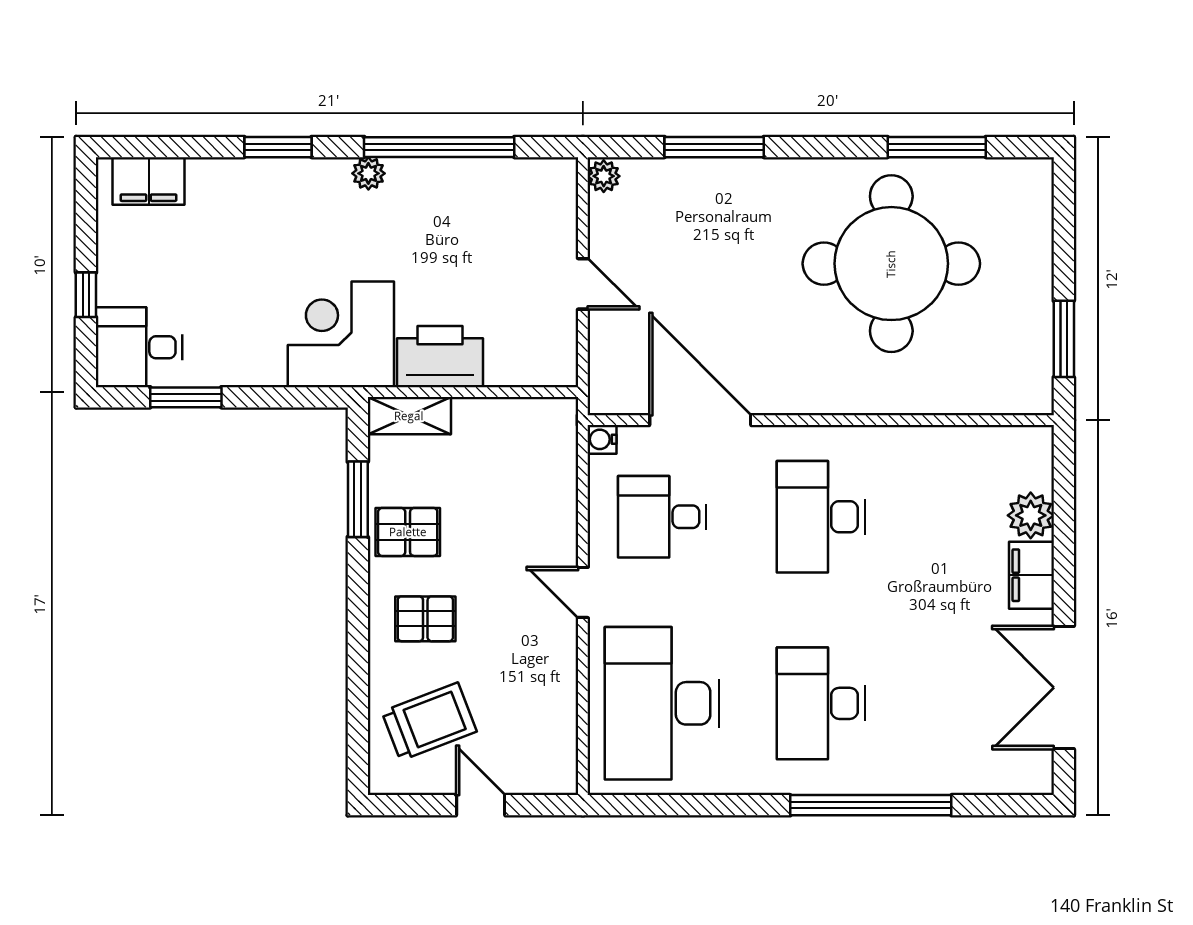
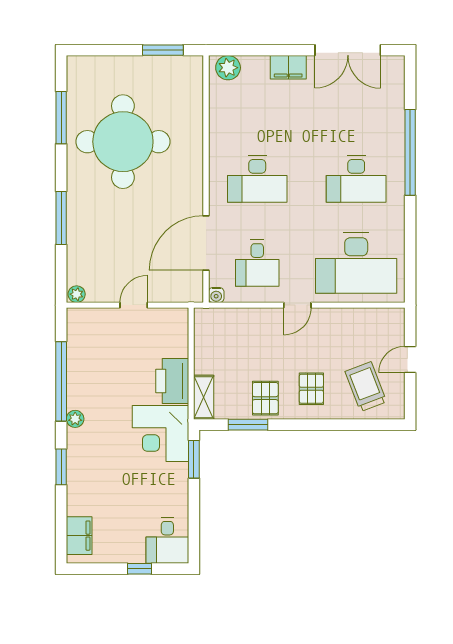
window: (714, 147) -> (61, 218), moved
window: (186, 397) -> (194, 459), moved
plant: (1031, 515) -> (228, 68), moved

